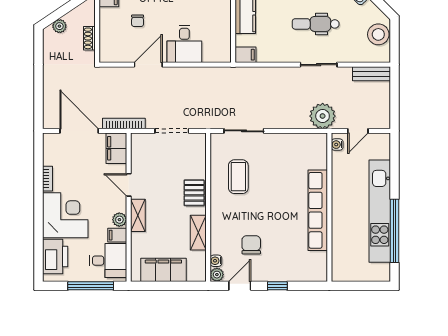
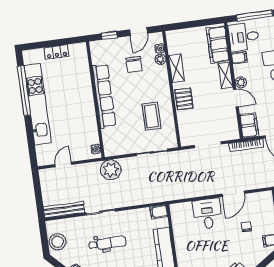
bench: (371, 74) -> (64, 210), width x1.36
plant: (323, 116) -> (111, 170), moved
water cooler: (337, 145) -> (96, 149), moved
wall: (329, 207) -> (95, 100), moved
row of seats: (318, 210) -> (104, 96), moved
plant: (119, 220) -> (241, 82), moved
filing cabinet: (163, 270) -> (218, 45), moved, turned 90
locker: (347, 274) -> (57, 52), added
plant: (217, 275) -> (160, 59), moved

